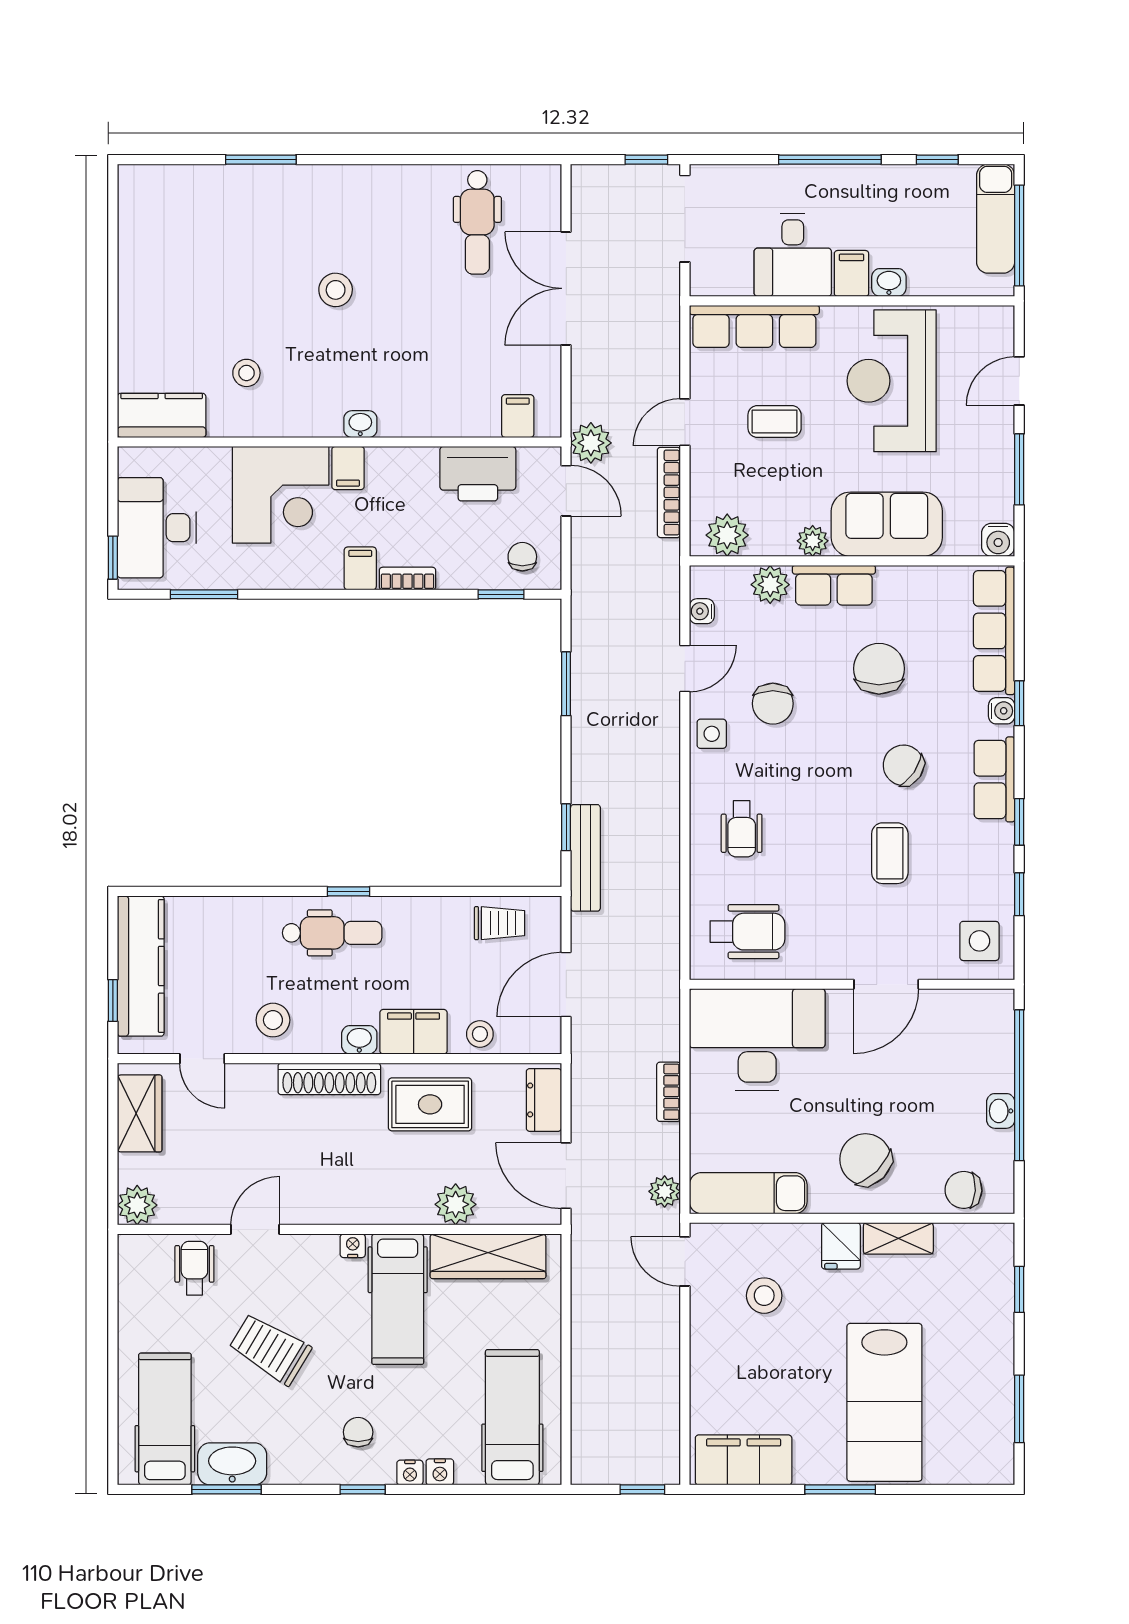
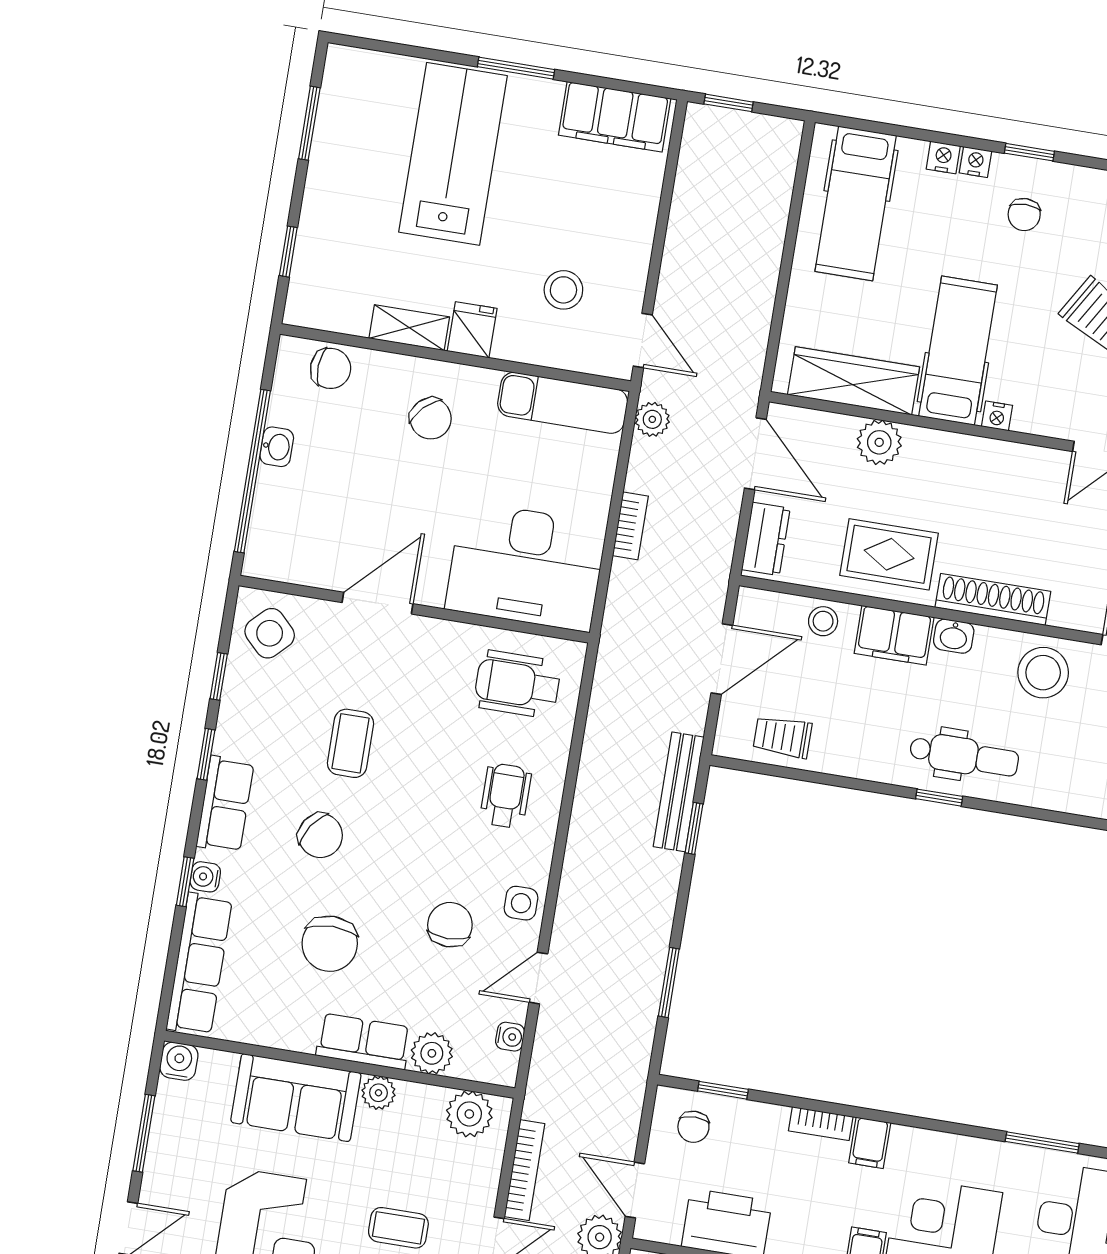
dental chair: (332, 933) -> (964, 756), turned 180
side table: (979, 941) -> (270, 633), turned 45
stool: (273, 1020) -> (1043, 673), width x1.38, depth x1.38
chair: (865, 1159) -> (431, 418), width x0.73, depth x0.73

